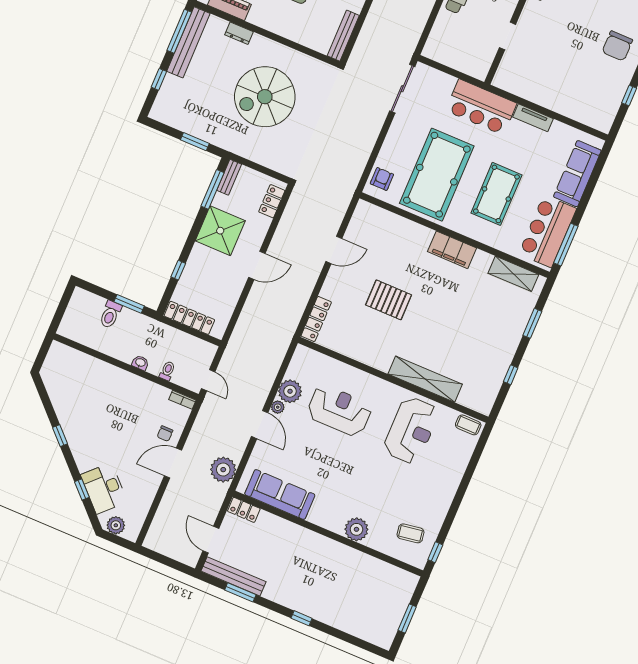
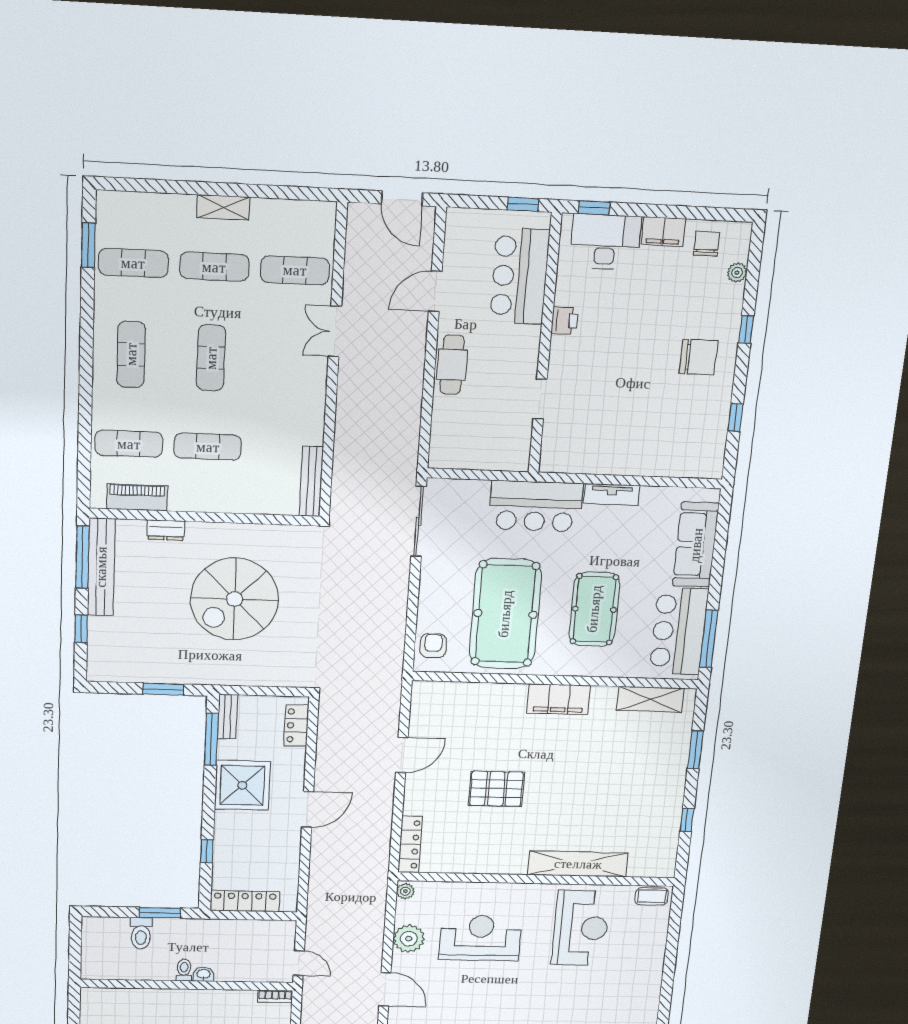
chair: (617, 46) -> (698, 357), turned -90
toilet: (167, 371) -> (184, 970), moved
plant: (278, 407) -> (405, 891), moved

